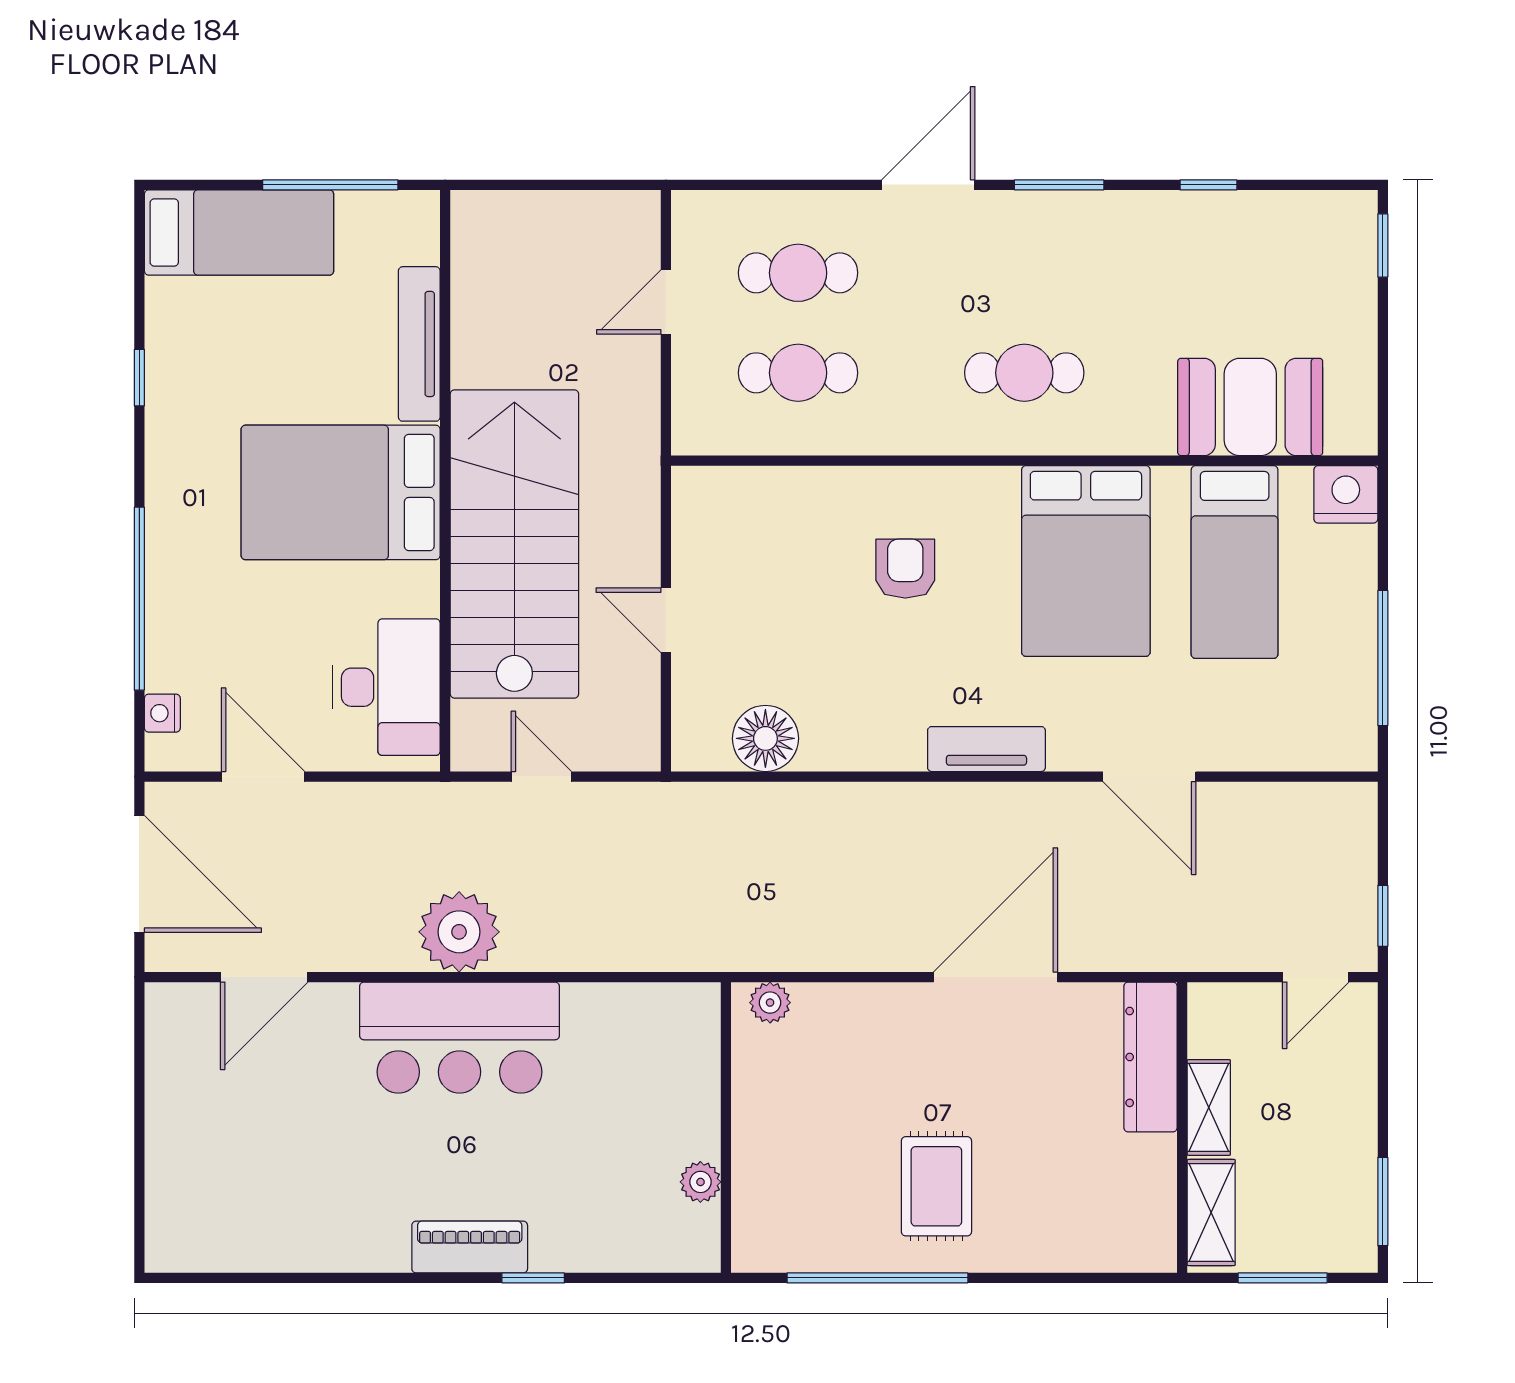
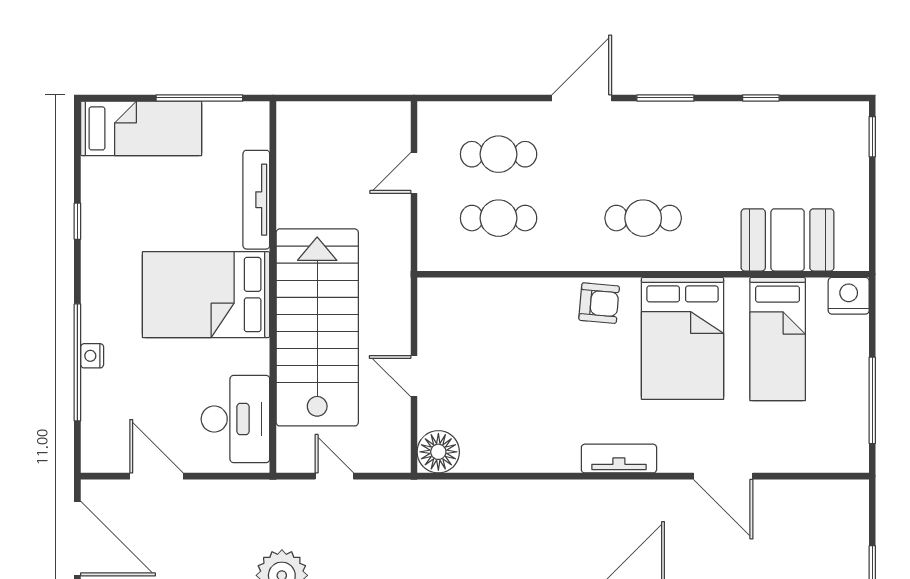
armchair: (905, 569) -> (599, 303), moved, turned 95
nightstand: (162, 713) -> (92, 356), moved
floor lamp: (765, 738) -> (438, 452), moved

